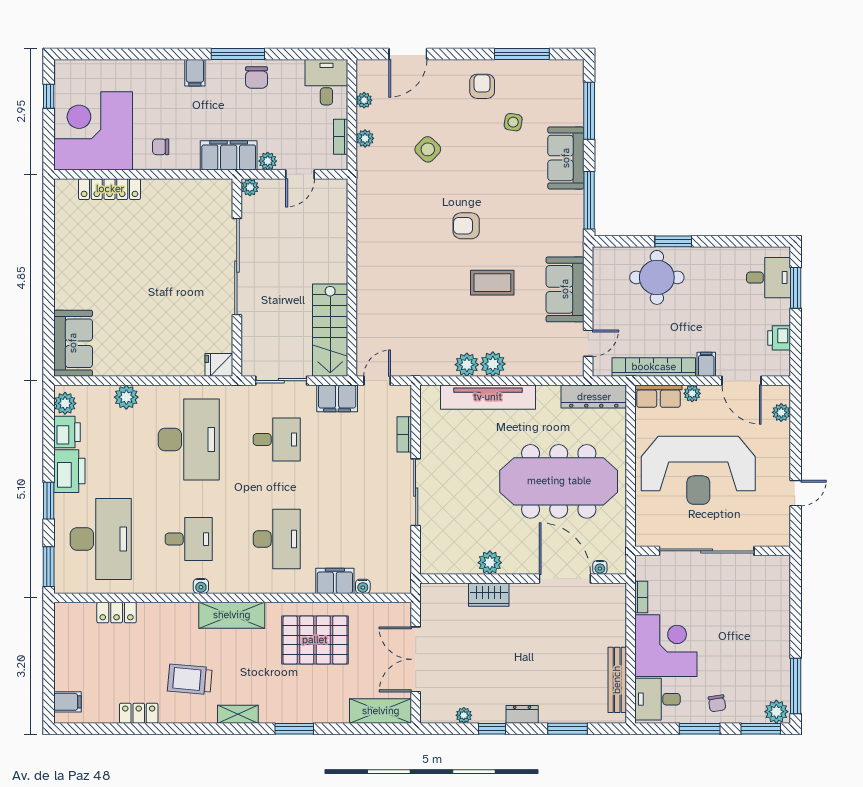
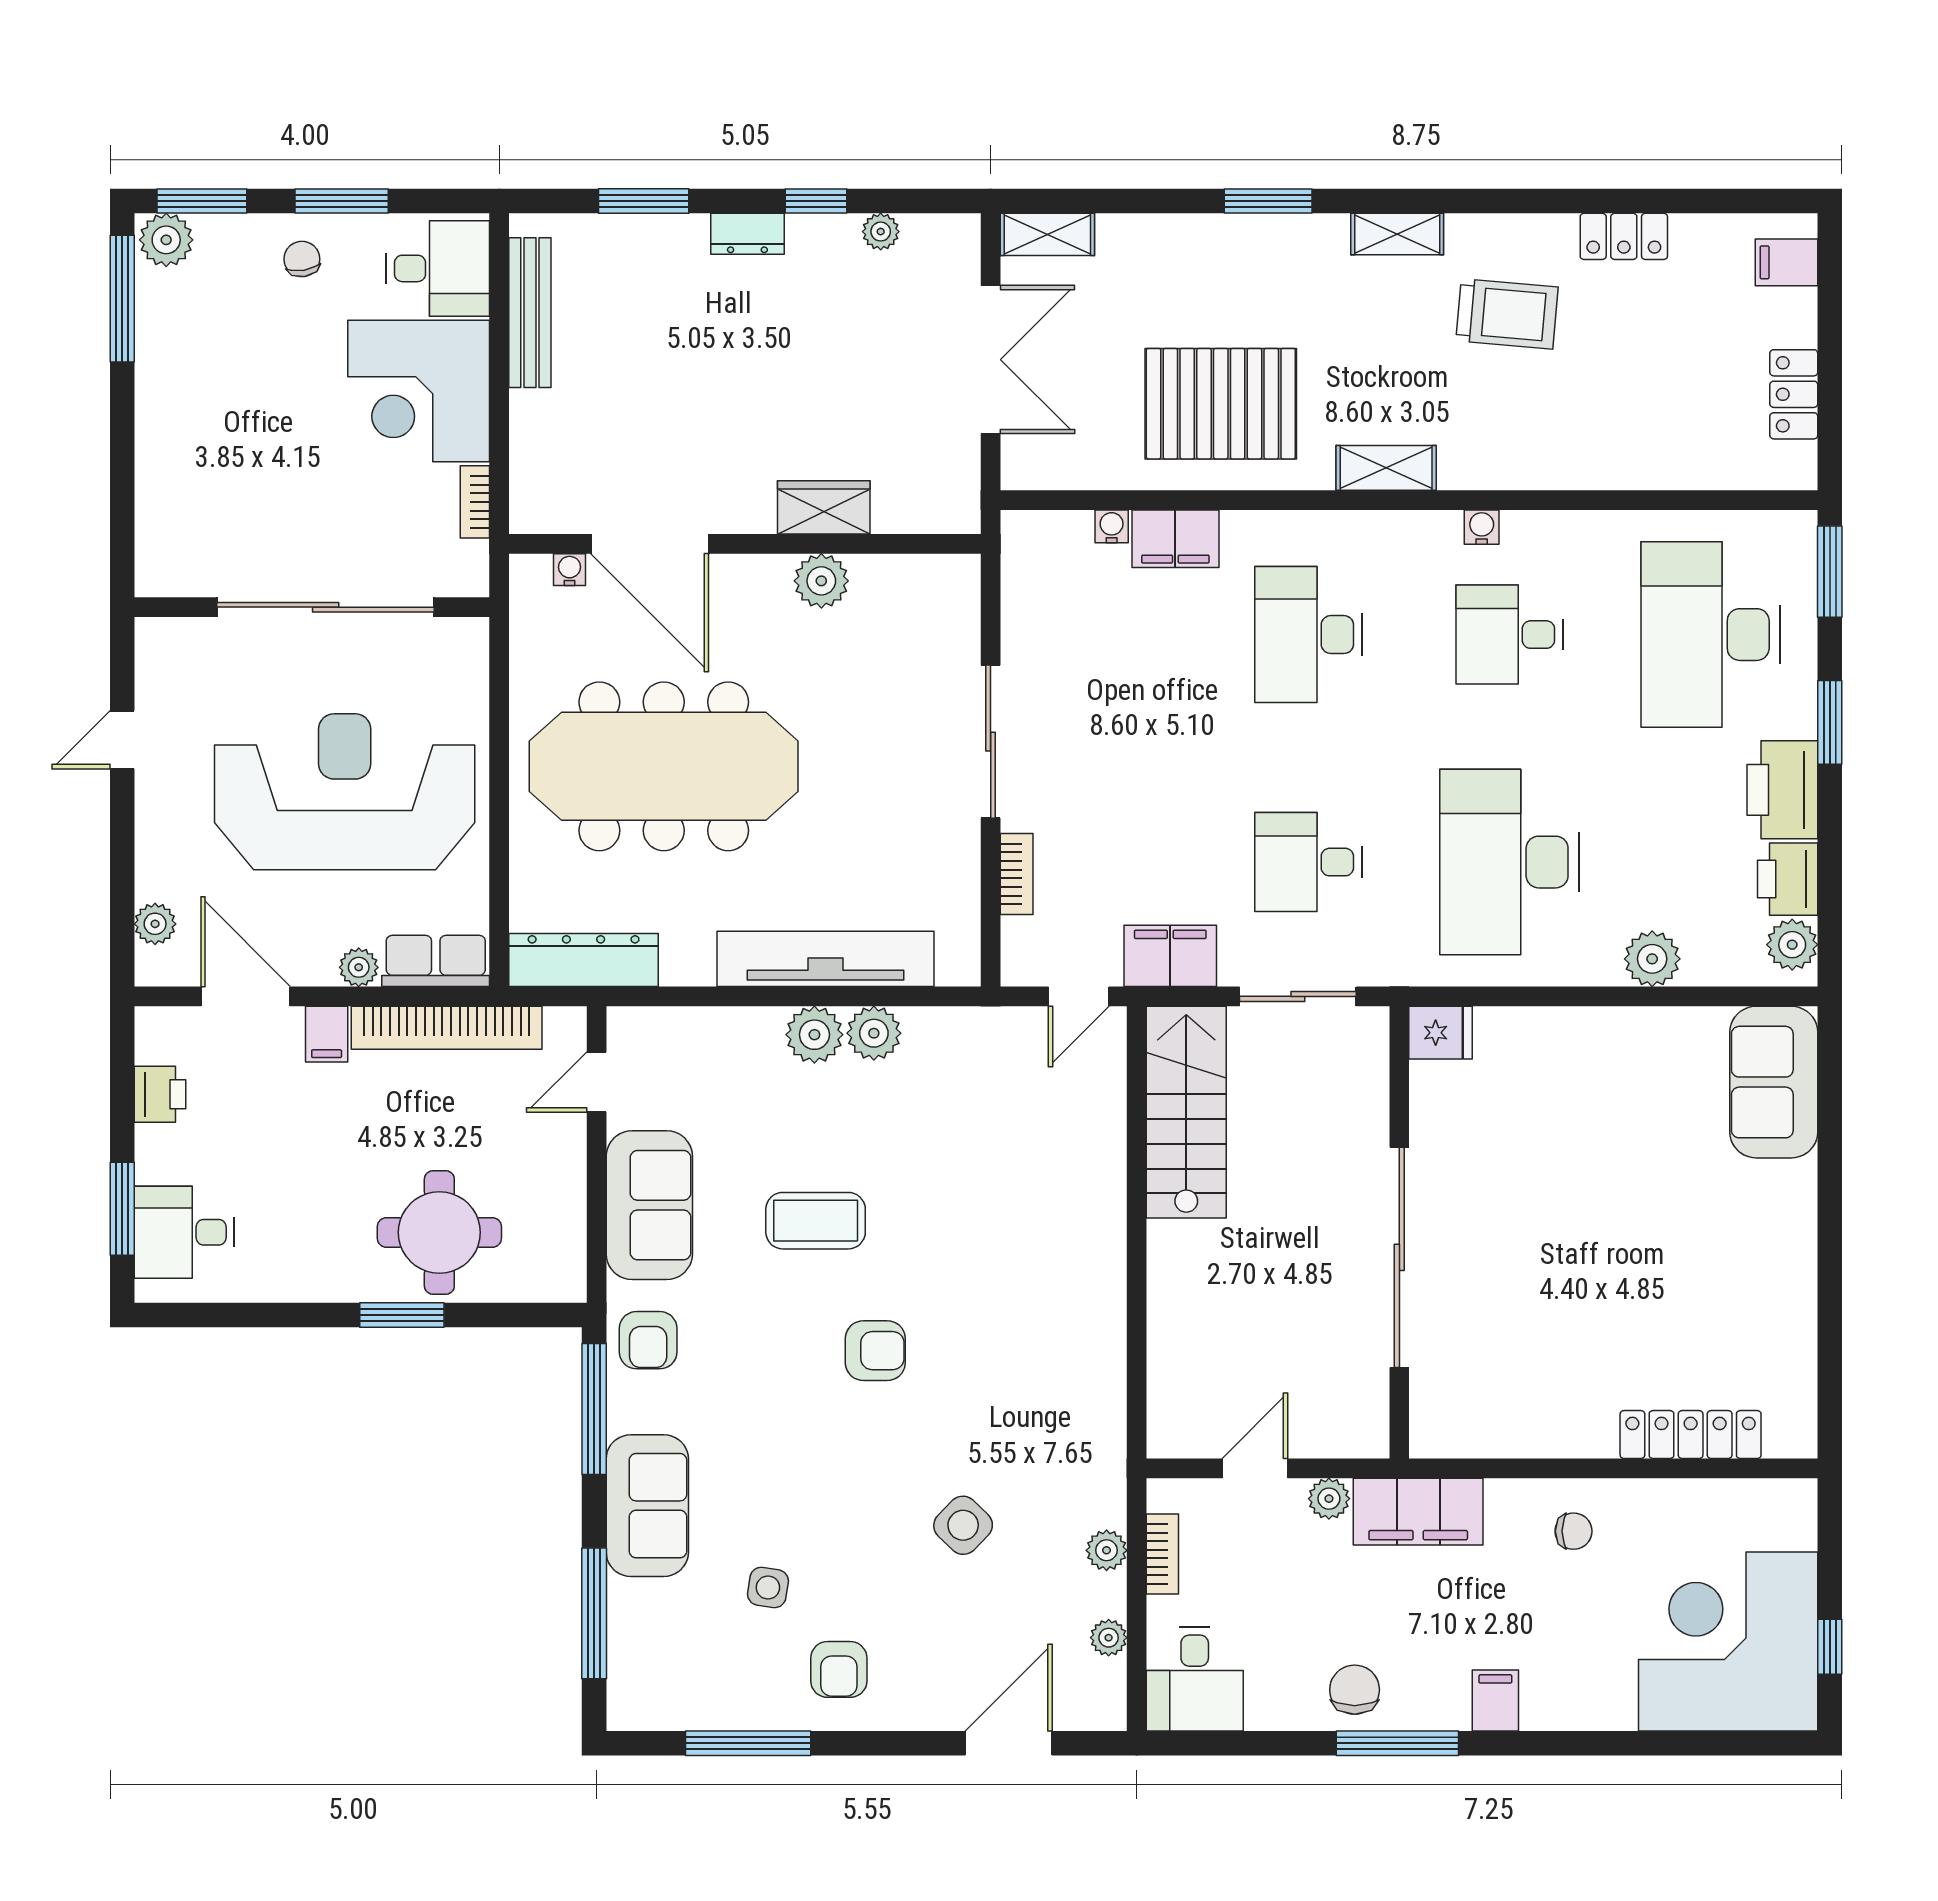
corner desk: (93, 131) -> (1728, 1641), moved, turned 180
plant: (250, 187) -> (1370, 1439), removed
armchair: (566, 230) -> (648, 1340), added
locker: (117, 613) -> (1794, 394), moved, turned -90
shelving: (232, 615) -> (1386, 468), width x0.67, depth x0.75
shelving: (381, 711) -> (1047, 234), width x0.67, depth x0.75

